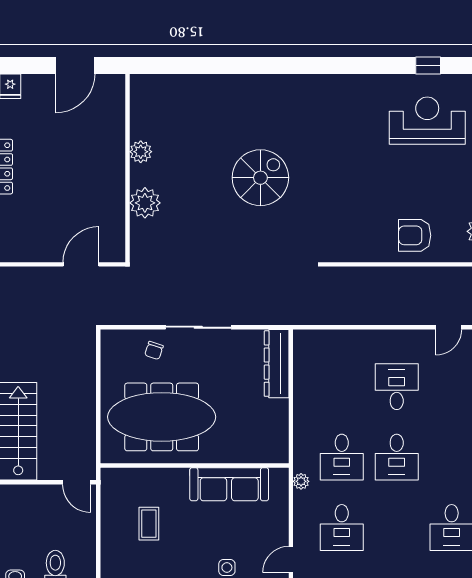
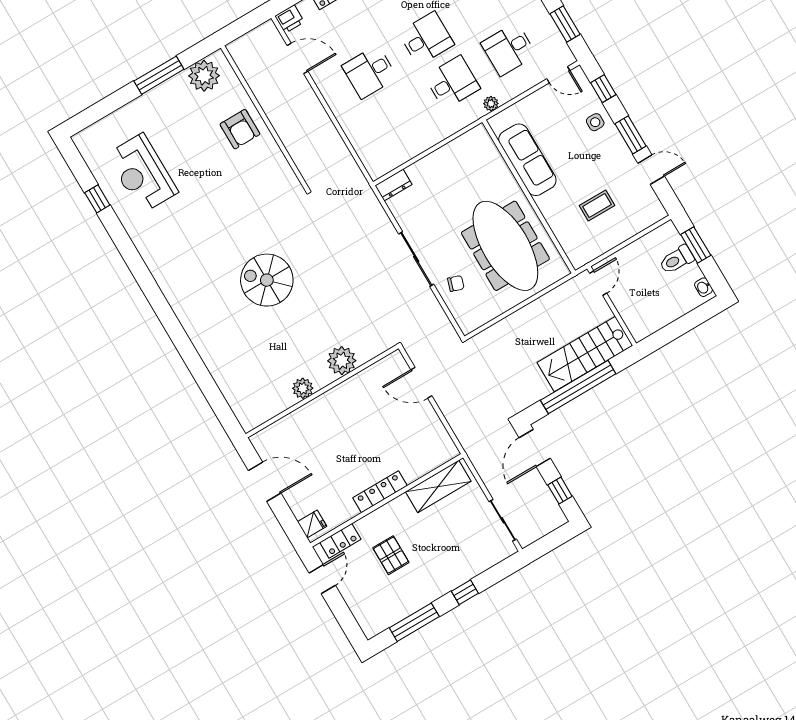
door: (449, 327) -> (297, 58), width x1.37
dresser: (277, 364) -> (394, 185), width x0.51, depth x0.80
desk: (342, 528) -> (509, 49), turned 180

